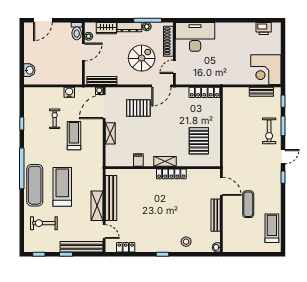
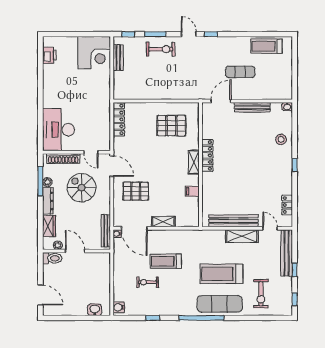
water cooler: (69, 92) -> (119, 307), moved
pallet: (138, 108) -> (136, 191), turned 90
door: (104, 232) -> (270, 228), hinge flipped

